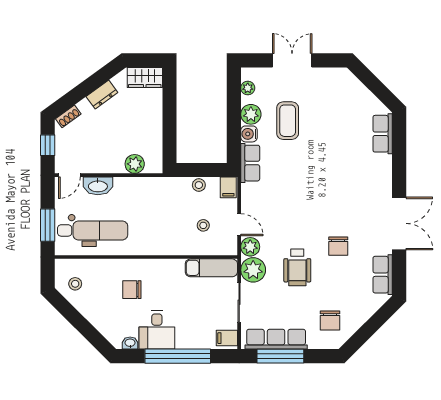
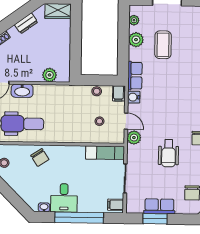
water cooler: (249, 134) -> (134, 97), moved
plant: (253, 270) -> (136, 155), removed
chair: (132, 290) -> (40, 157), moved, turned -123
row of seats: (276, 339) -> (159, 206), width x0.68
window: (280, 356) -> (155, 219), width x0.69

